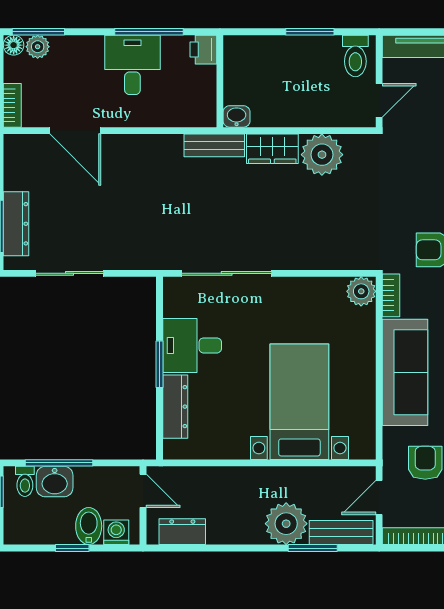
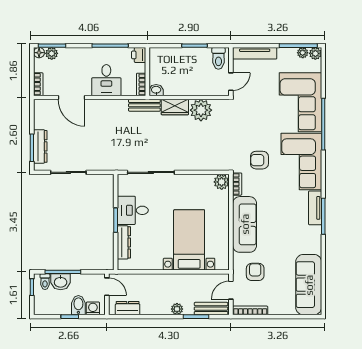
desk: (132, 65) -> (106, 80), moved, turned 180
bookcase: (208, 106) -> (141, 84), added
plant: (286, 524) -> (177, 309), width x0.53, depth x0.53

